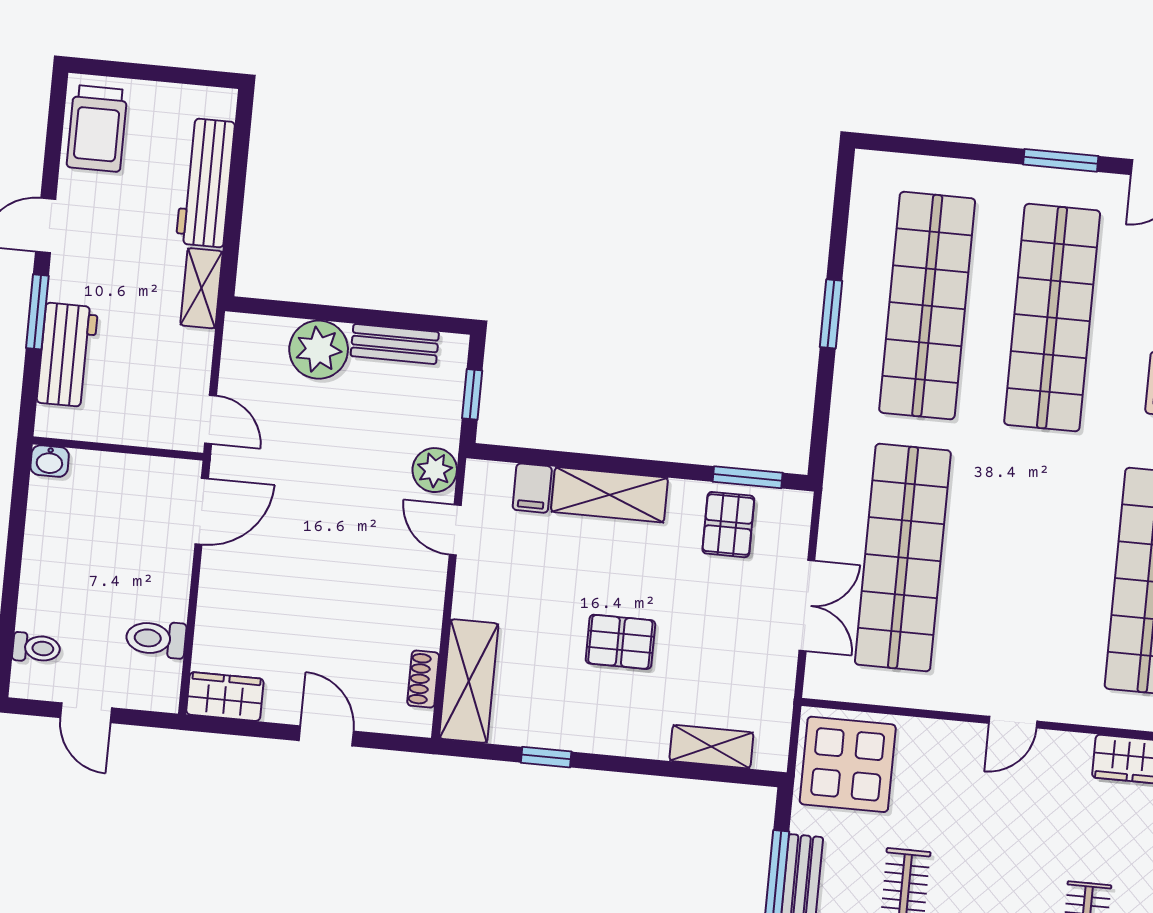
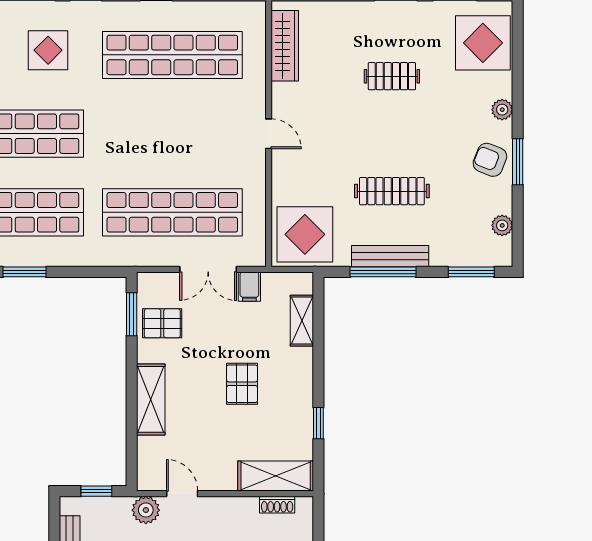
filing cabinet: (532, 488) -> (249, 287), moved, turned 90
door: (455, 530) -> (182, 494), swing flipped
double door: (807, 606) -> (208, 269), swing flipped

